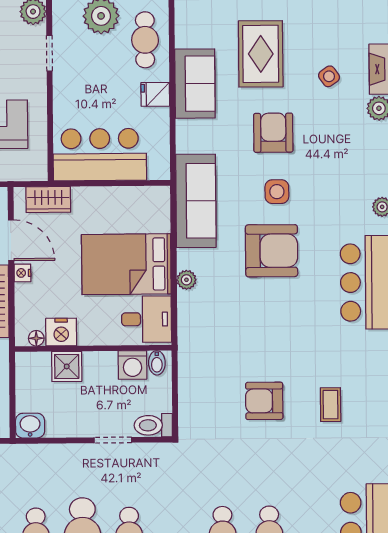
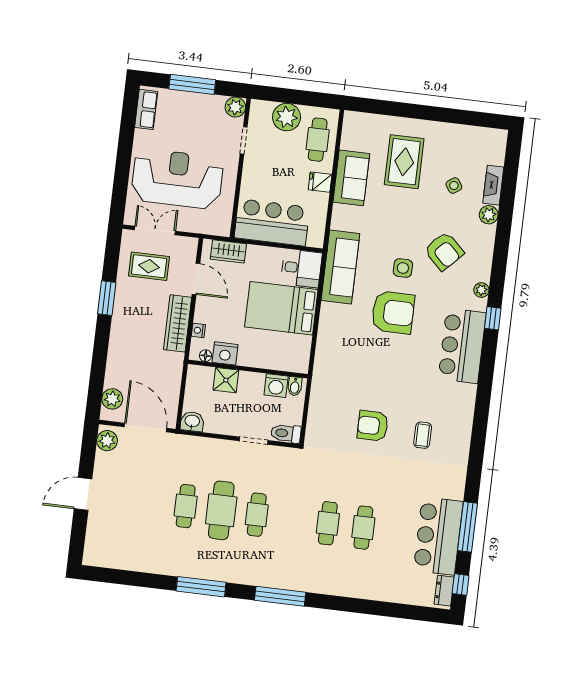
armchair: (273, 133) -> (444, 251), moved, turned 134
nightstand: (22, 273) -> (198, 330), moved
plant: (186, 280) -> (325, 326), removed
desk: (146, 319) -> (301, 268), moved

